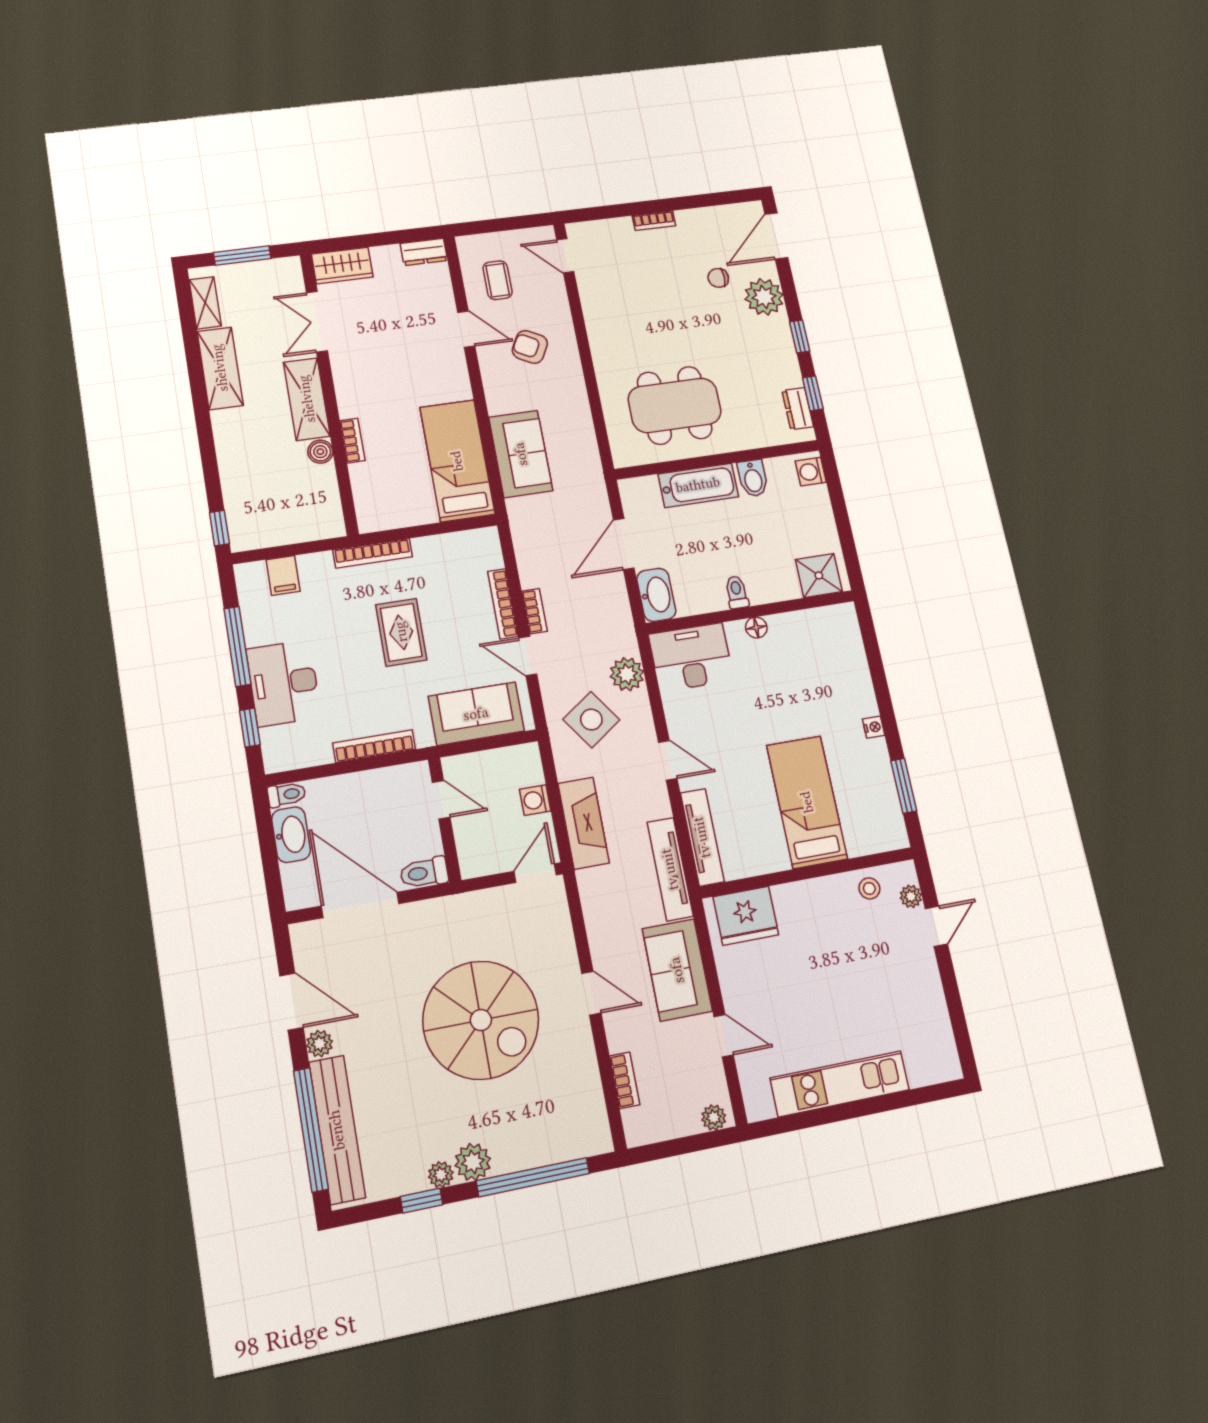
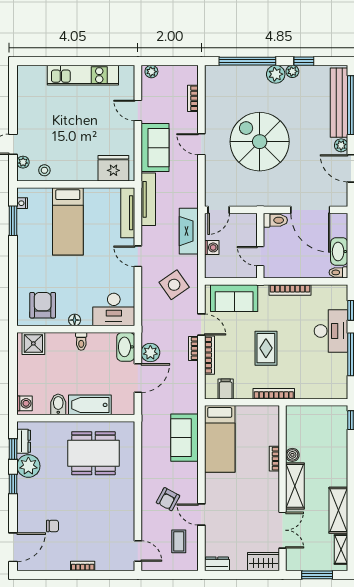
plant: (764, 297) -> (28, 466), moved
armchair: (530, 347) -> (168, 499), turned 90
filing cabinet: (283, 575) -> (226, 389), moved
armchair: (818, 644) -> (43, 305), added
plant: (627, 674) -> (150, 353), moved
nightstand: (874, 727) -> (22, 203), moved

